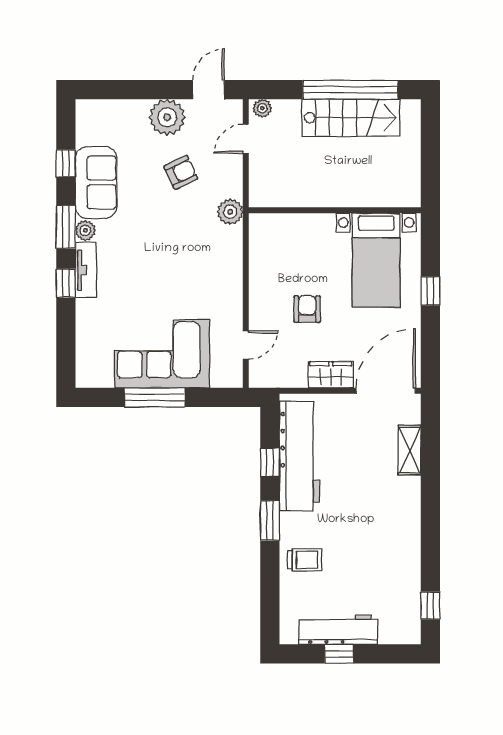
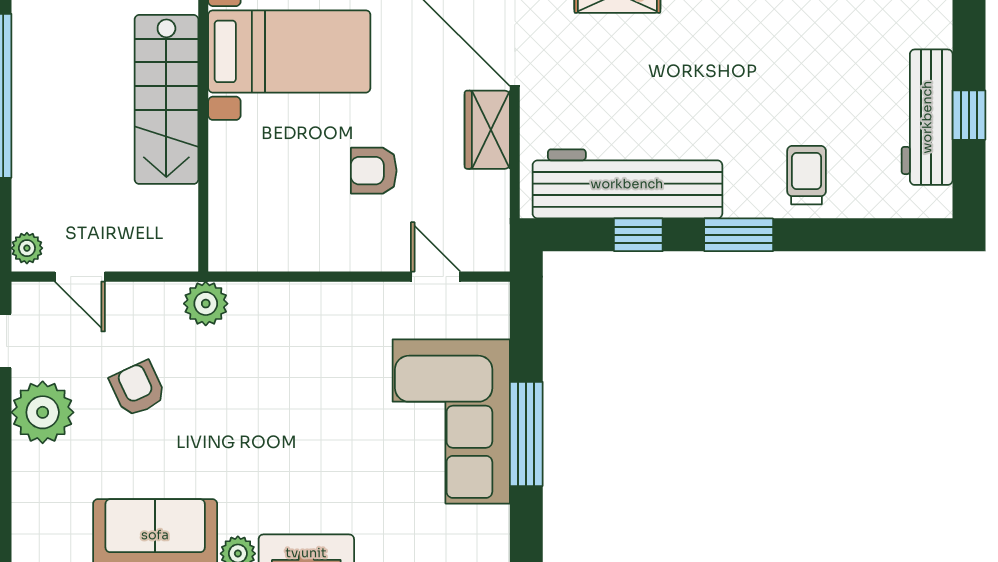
stairs: (351, 118) -> (166, 99), moved, turned 180

